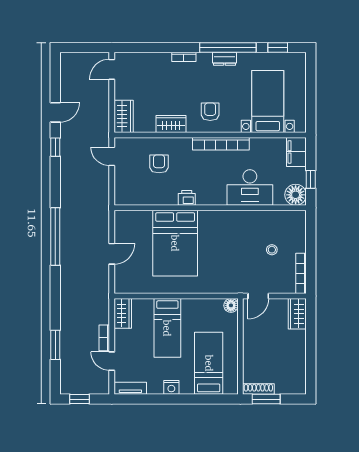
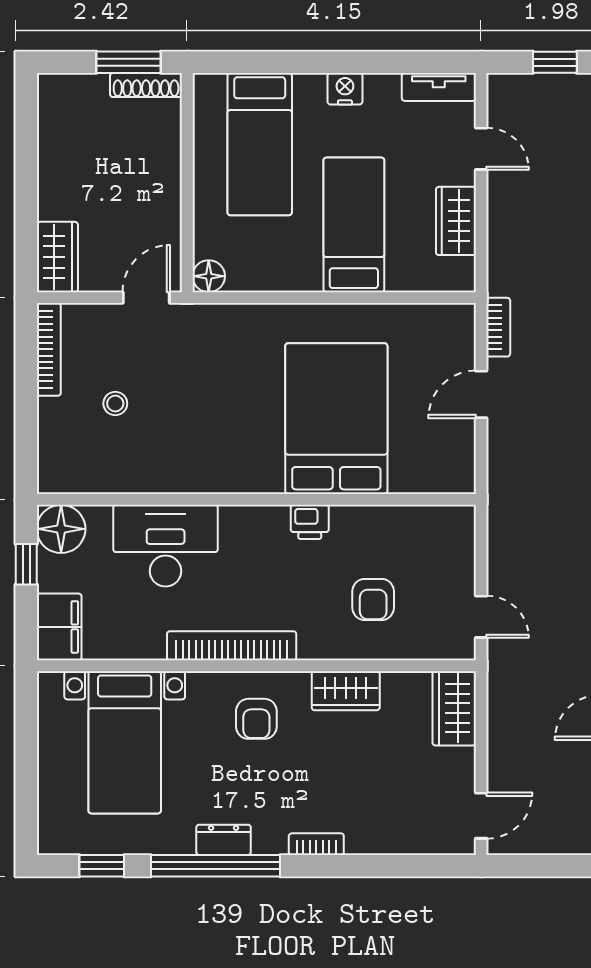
wardrobe: (123, 313) -> (456, 221), moved
bookcase: (104, 338) -> (498, 327), moved

